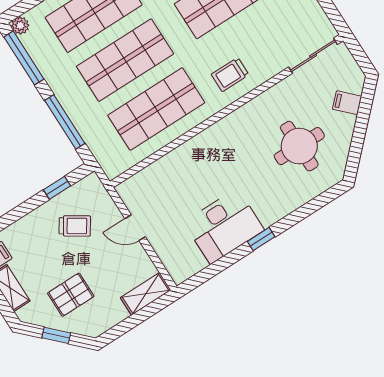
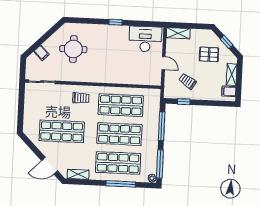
desk: (224, 226) -> (145, 39), moved

